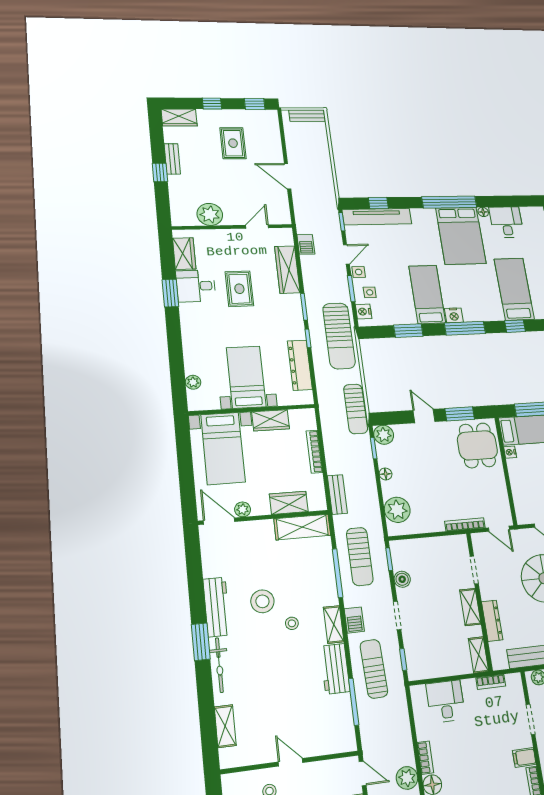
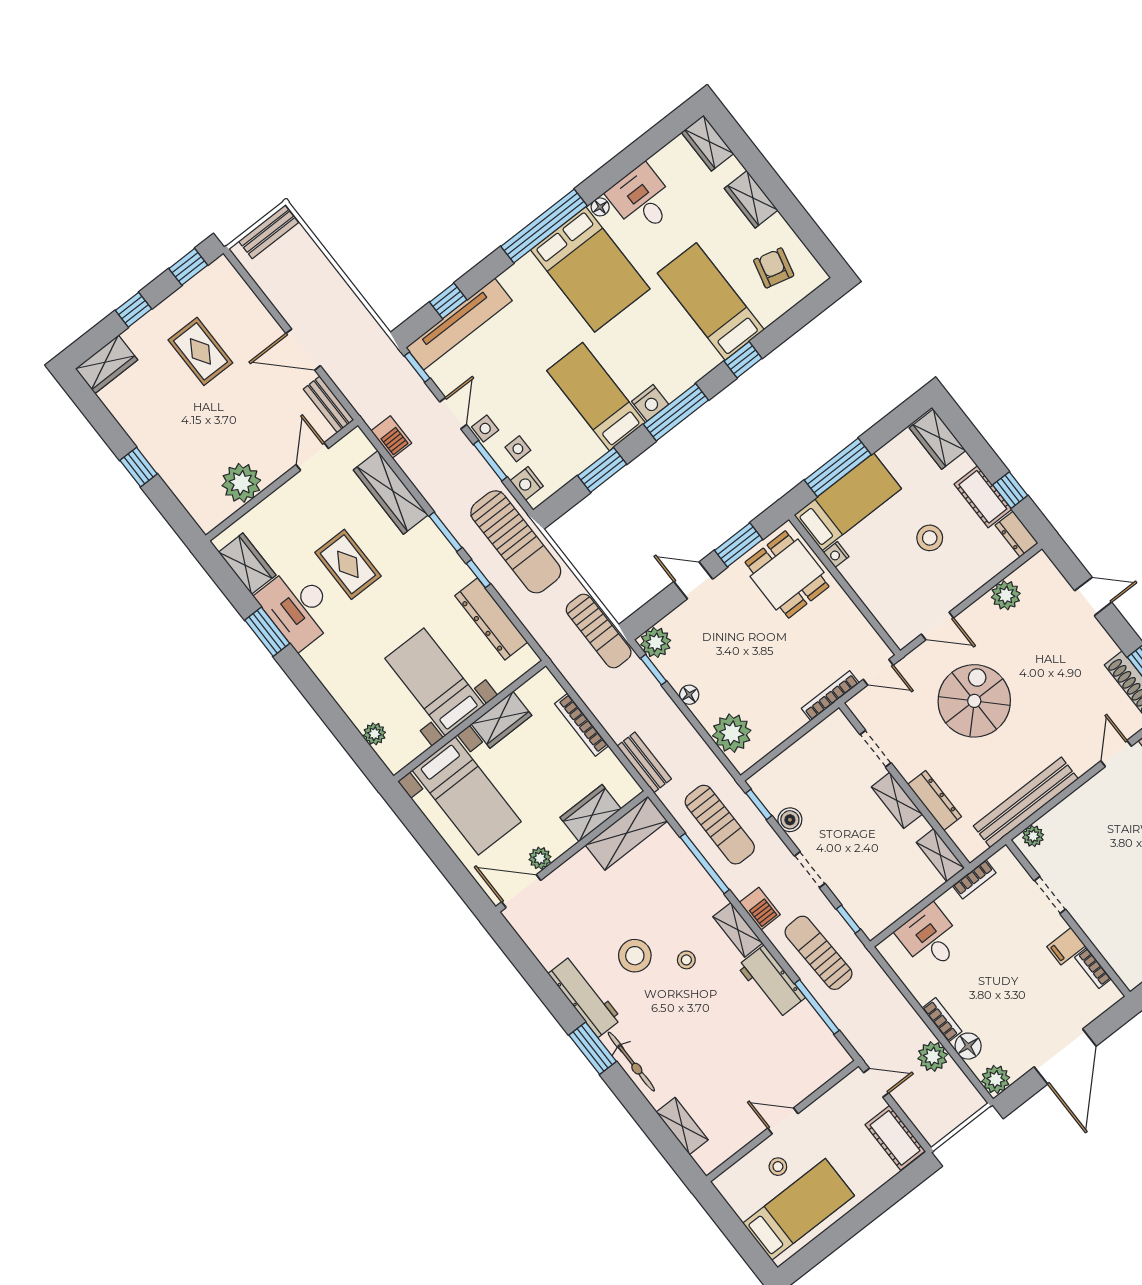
bench: (172, 159) -> (329, 404), moved
desk: (196, 286) -> (298, 607), width x1.37

